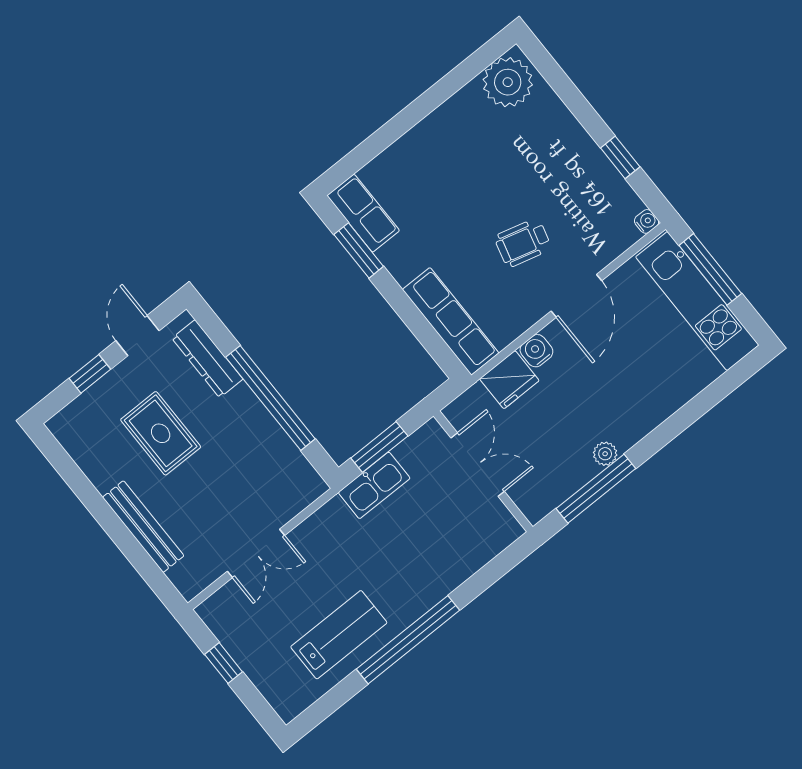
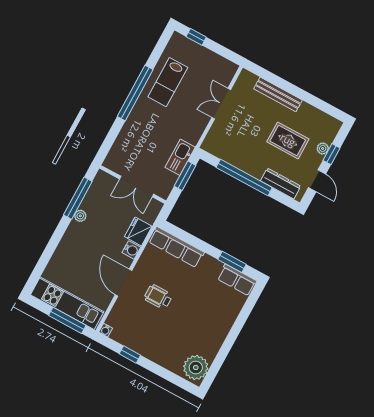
wheelchair: (523, 243) -> (158, 297), turned -105
plant: (102, 391) -> (323, 148), added
window: (224, 663) -> (196, 37), moved

